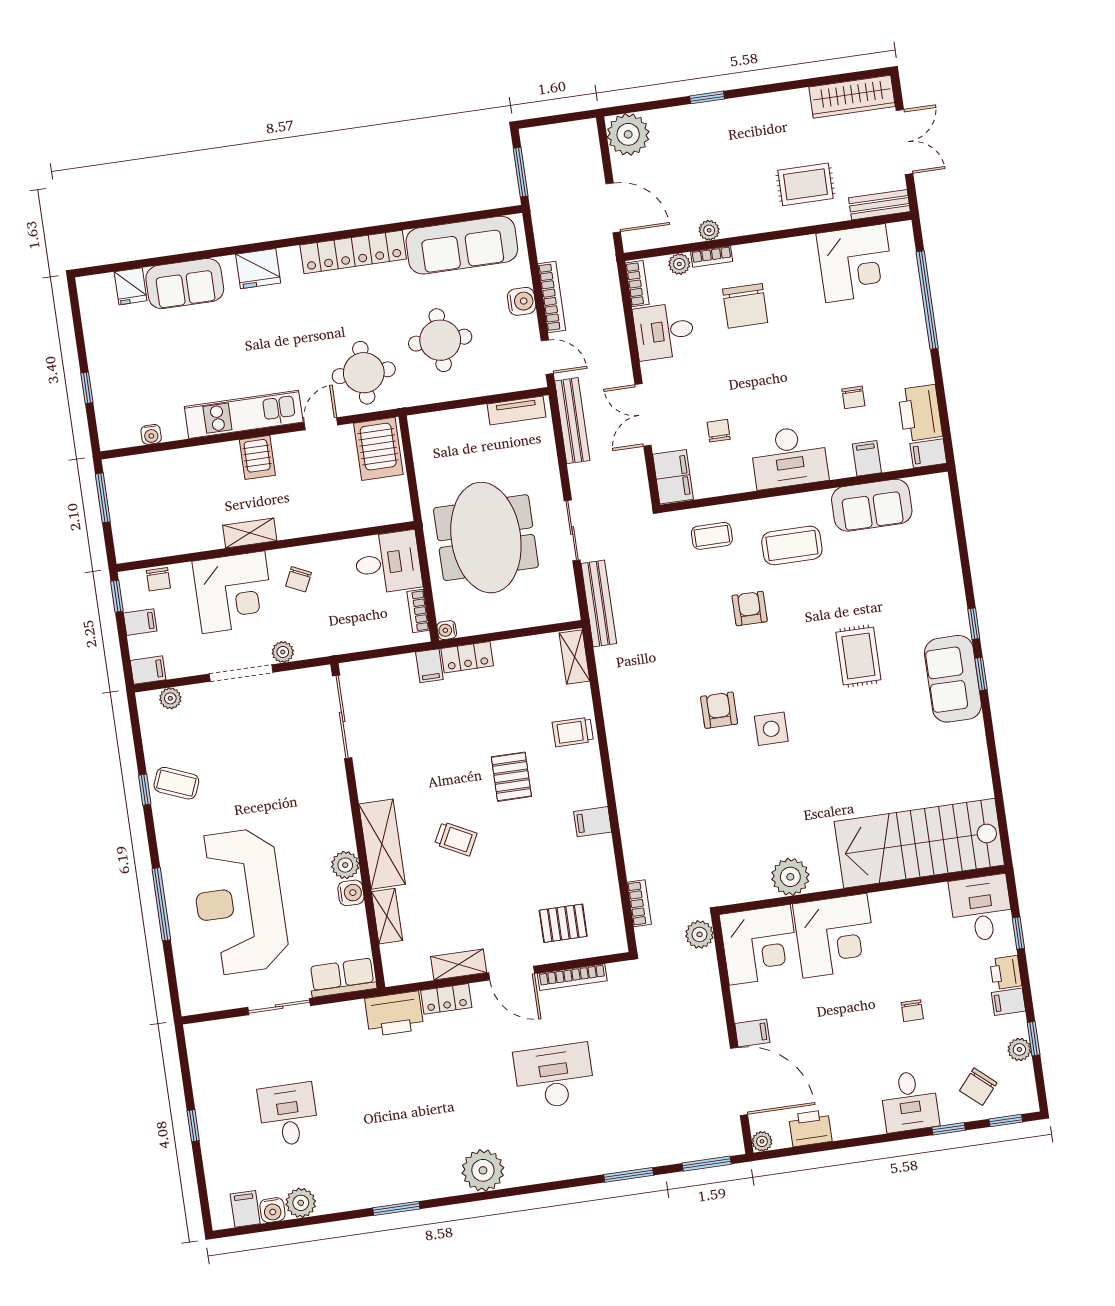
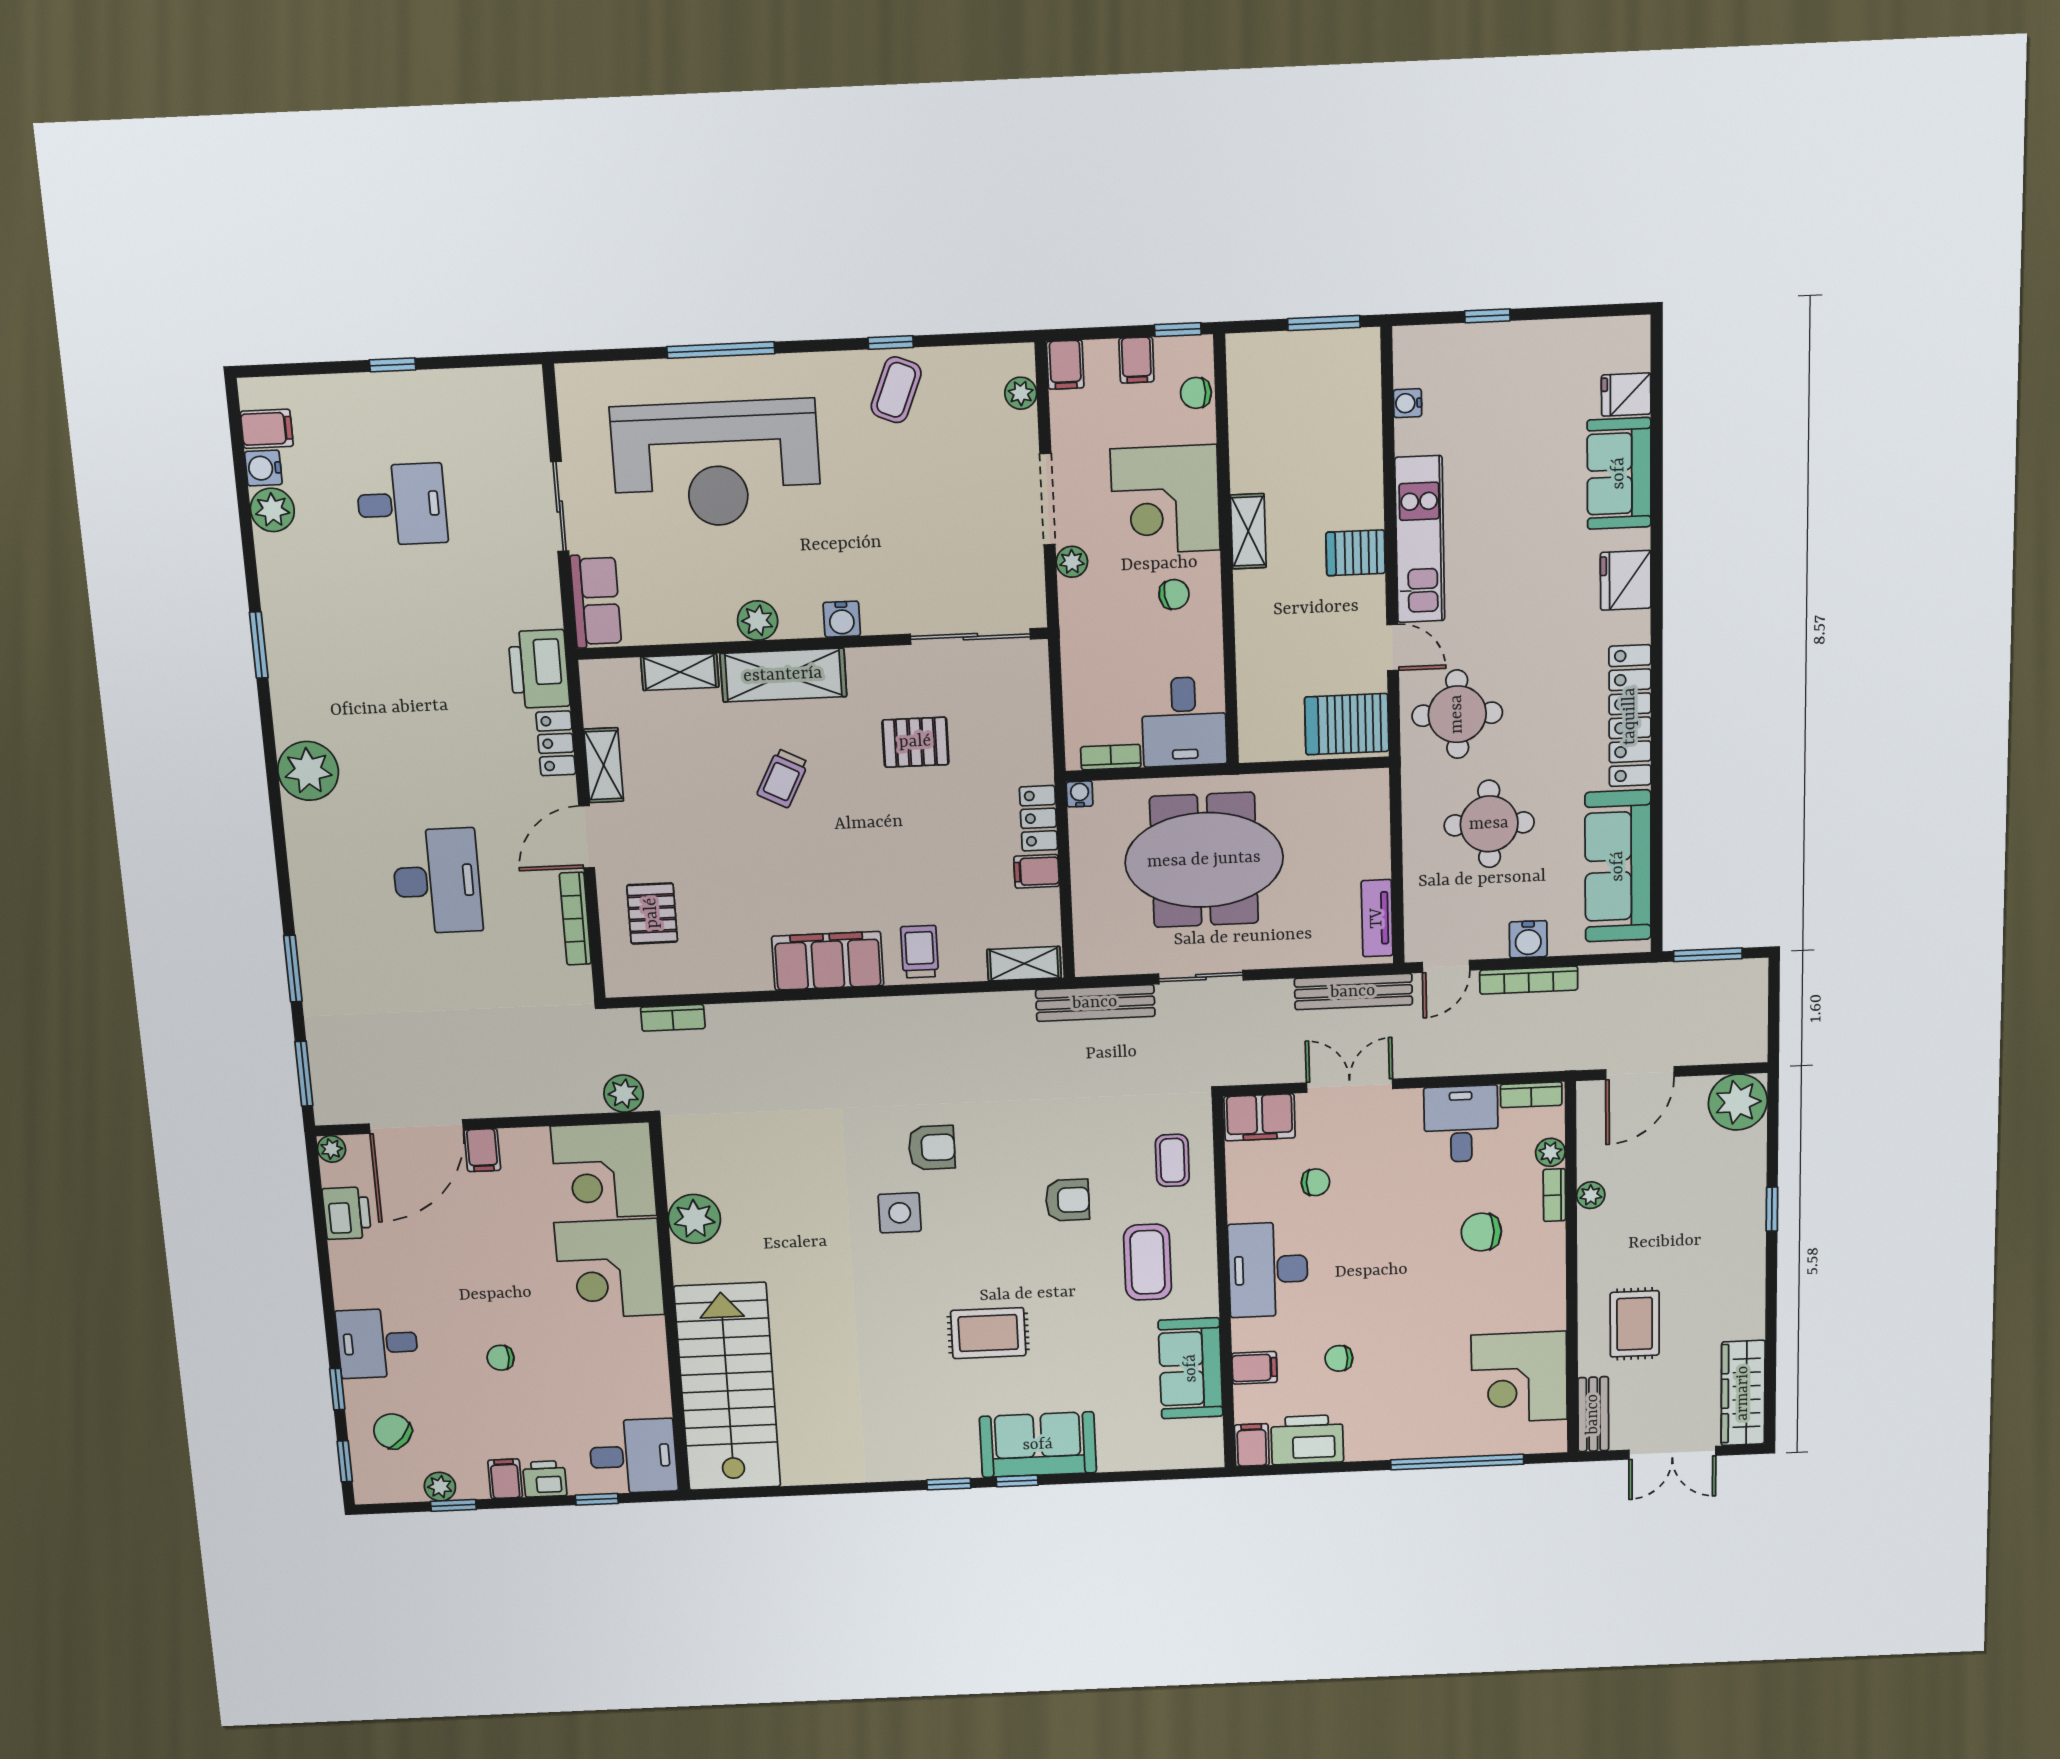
chair: (745, 306) -> (1481, 1232), width x0.73, depth x0.73
chair: (299, 579) -> (1174, 594), turned 145
filing cabinet: (429, 666) -> (1037, 871), moved
sofa: (953, 679) -> (1038, 1445), moved
pallet: (511, 777) -> (915, 742), moved
filing cabinet: (593, 822) -> (828, 961), width x3.00, depth x1.17
water cooler: (351, 893) -> (842, 619), moved
reception desk: (239, 902) -> (716, 464), turned 180

